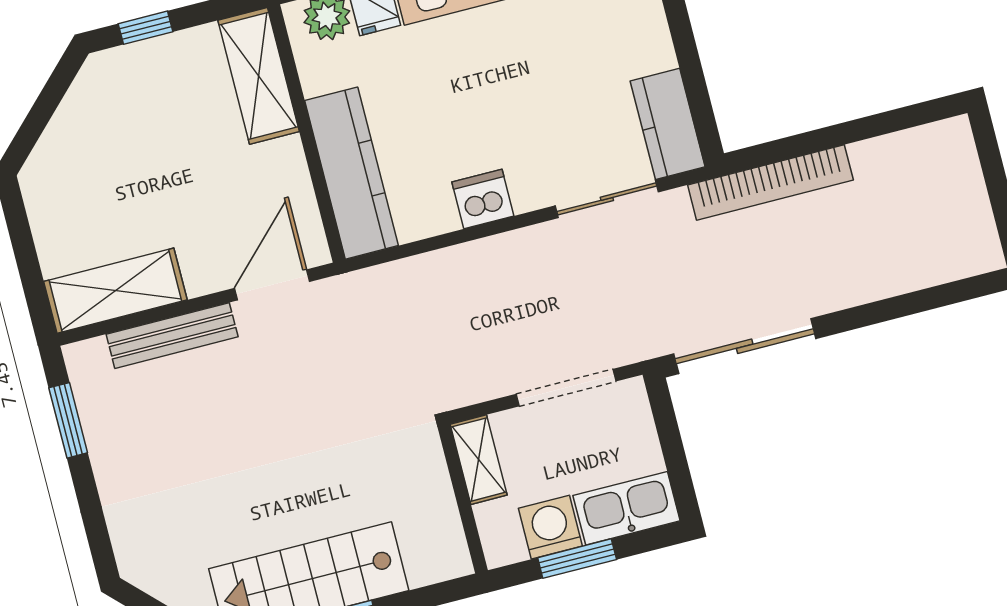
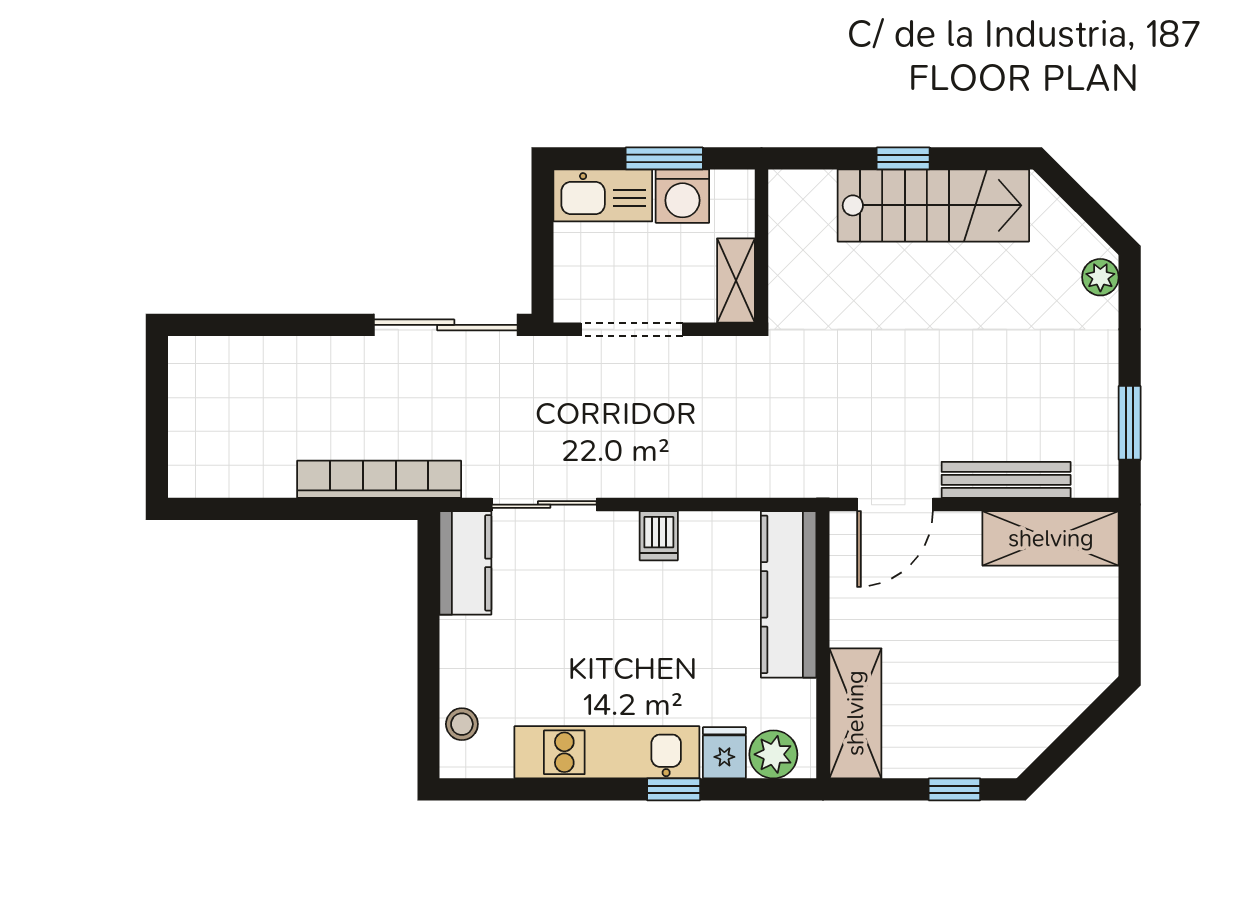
dishwasher: (483, 199) -> (659, 536), width x0.73
plant: (132, 552) -> (1100, 277), added

